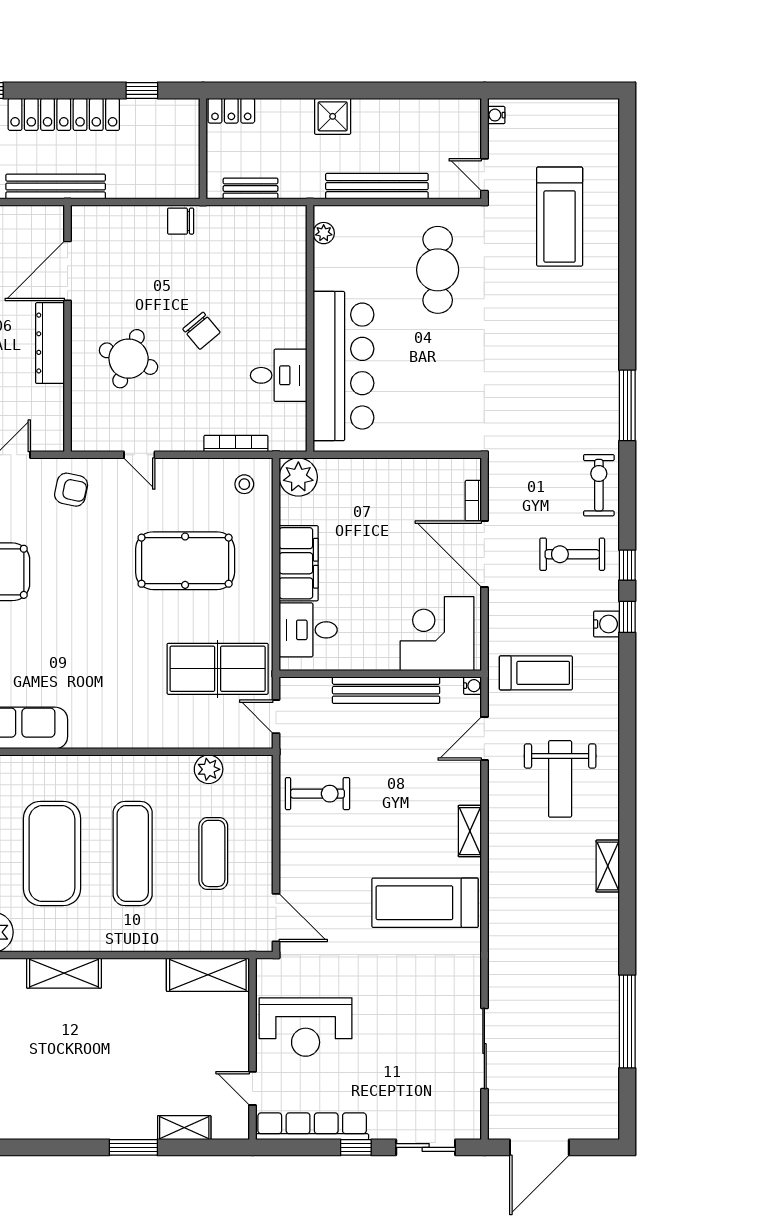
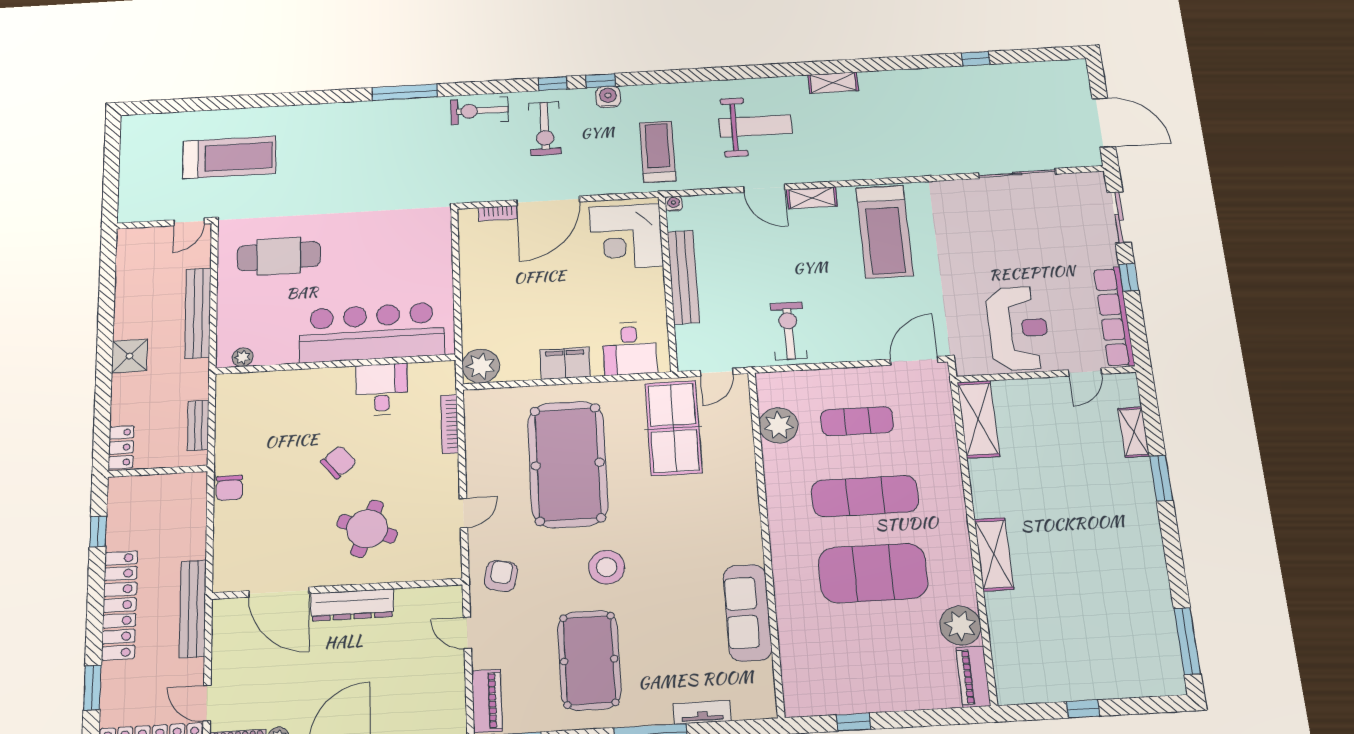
water cooler: (496, 115) -> (133, 215), removed
stool: (244, 484) -> (607, 567), moved, width x1.89, depth x1.89
pool table: (185, 561) -> (568, 464), width x1.36, depth x1.32
filing cabinet: (299, 563) -> (565, 363), width x0.67, depth x0.86
door: (484, 739) -> (764, 188), moved
plant: (209, 769) -> (778, 425), width x1.36, depth x1.36
window: (627, 1022) -> (976, 59), width x0.32

